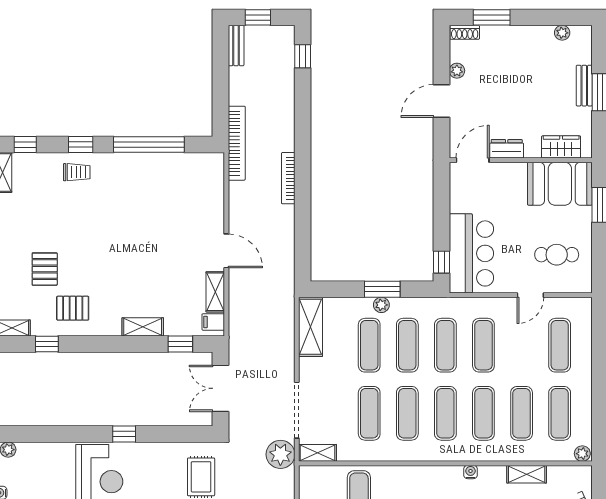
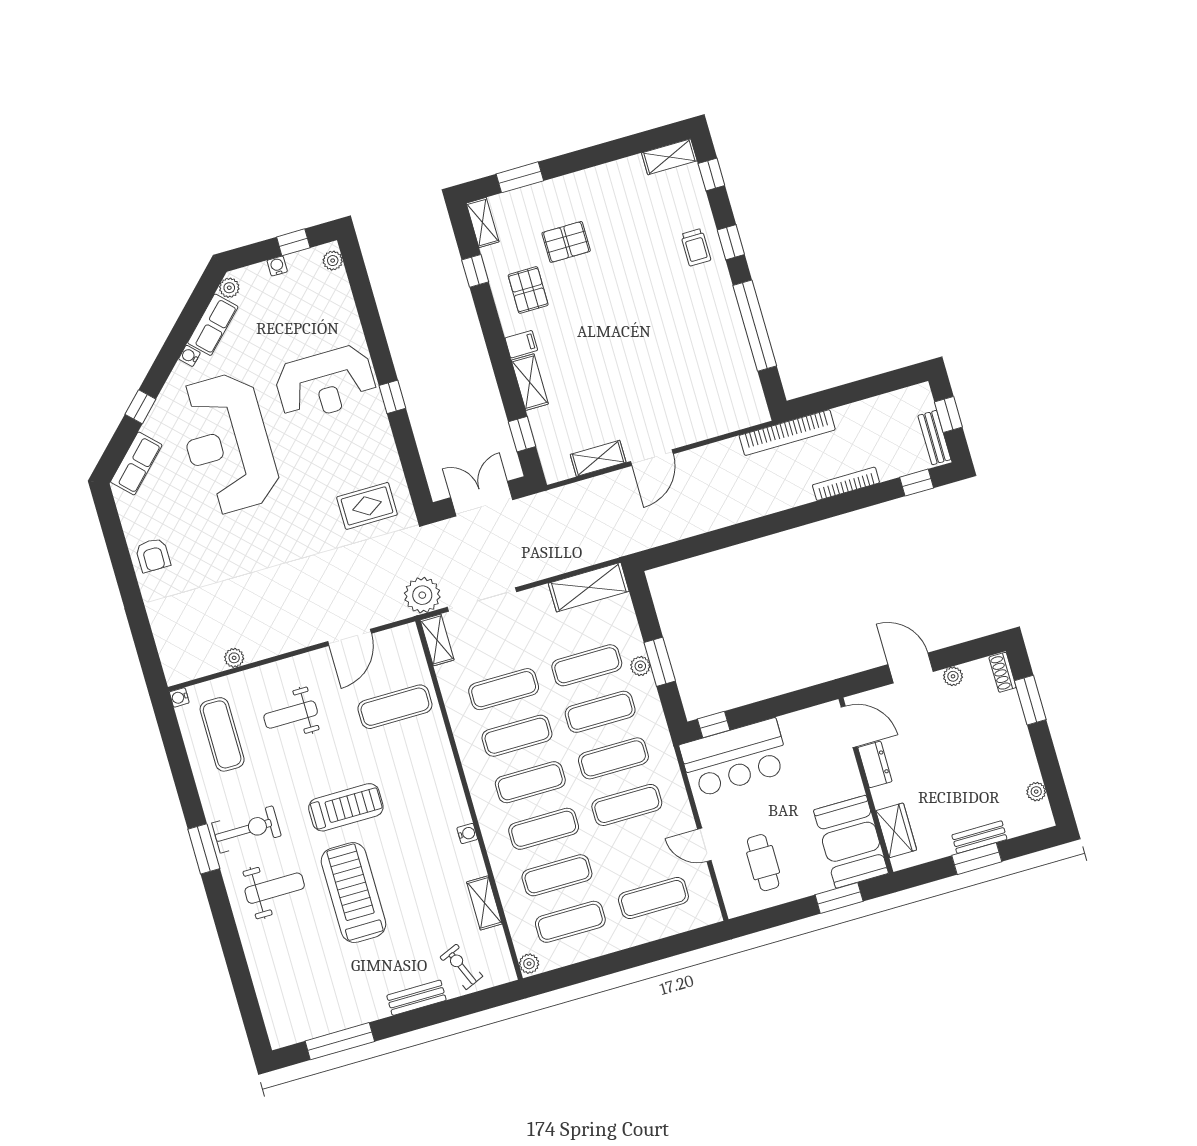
bench: (236, 46) -> (934, 438), moved, turned 90
bookcase: (288, 178) -> (846, 484), moved
filing cabinet: (213, 322) -> (521, 344), moved, turned 90

